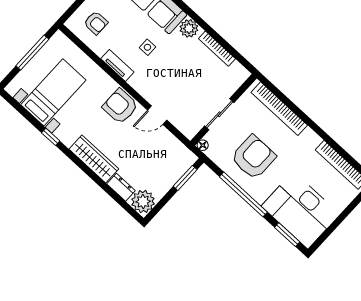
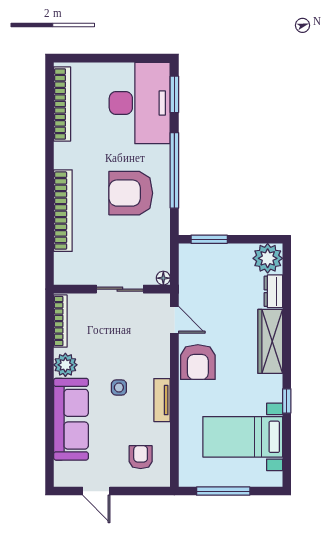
wall: (224, 110) -> (112, 289), moved
sliding door: (219, 114) -> (120, 289), moved
floor lamp: (203, 145) -> (163, 278), moved

